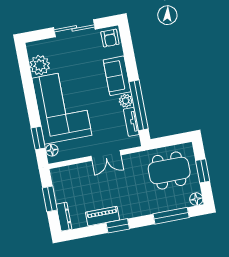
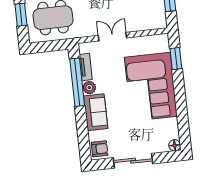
armchair: (110, 38) -> (100, 149), turned 90
plant: (40, 65) -> (169, 128), removed
floor lamp: (52, 150) -> (175, 145), moved

